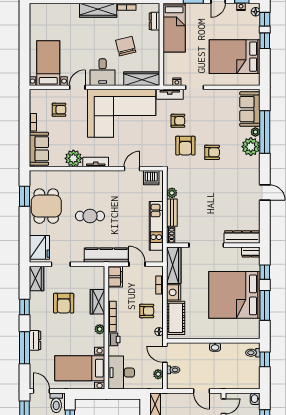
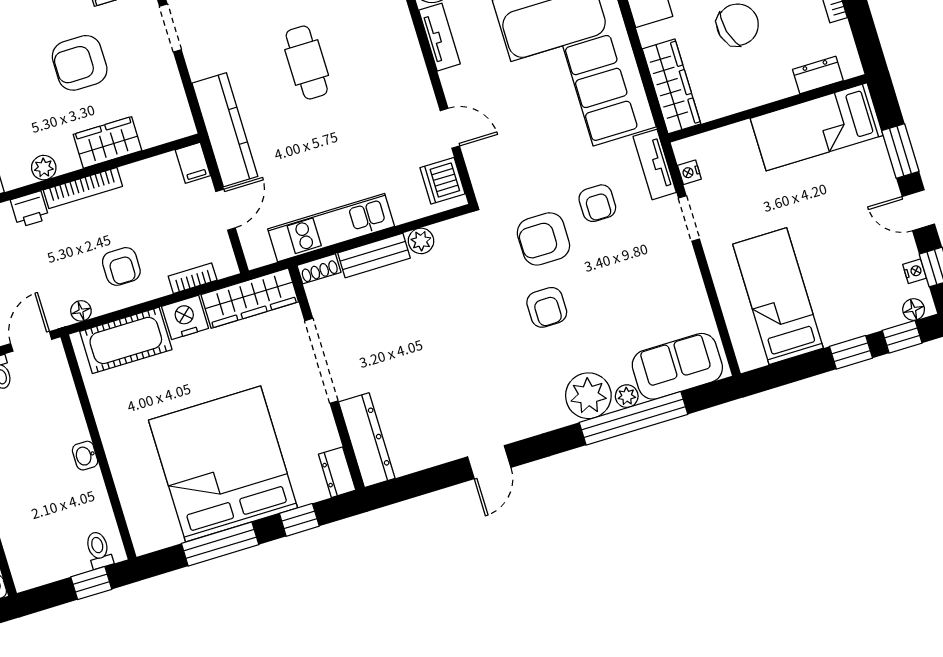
bed: (235, 57) -> (778, 296), width x0.67
filing cabinet: (115, 277) -> (193, 163), width x0.50

